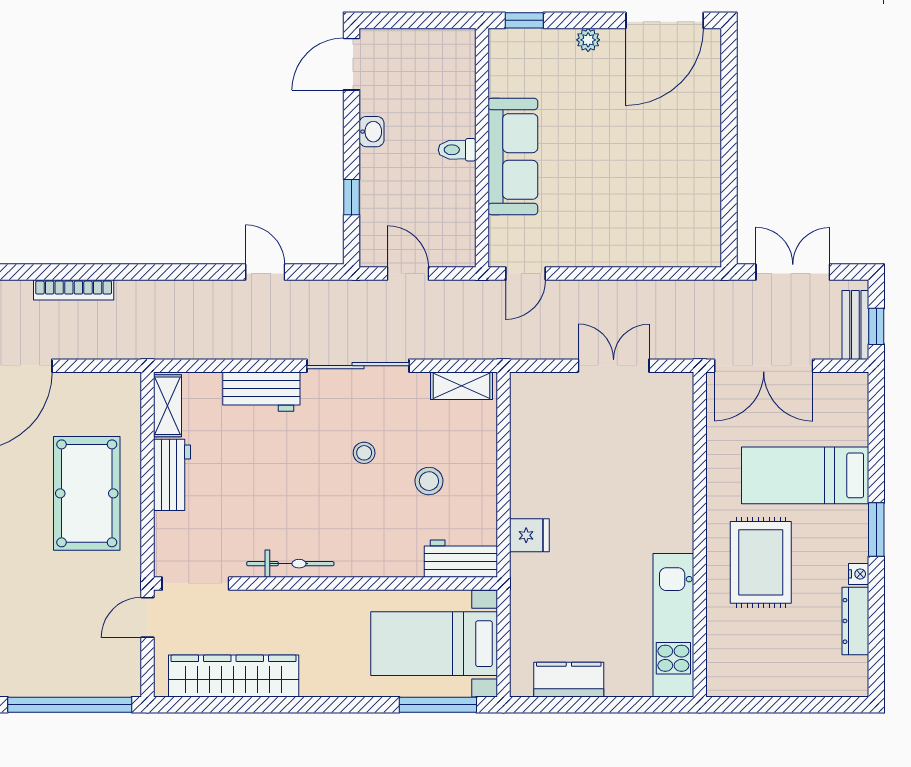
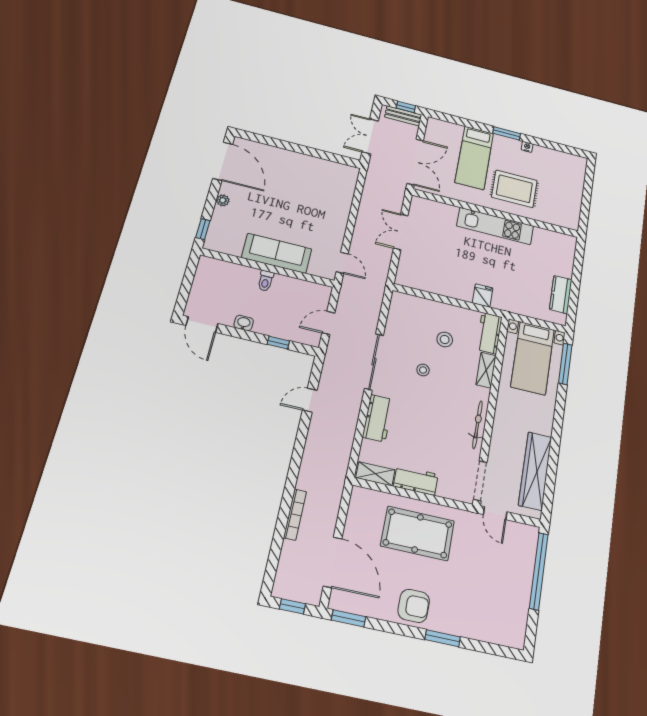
shelving: (462, 386) -> (486, 370), moved
dresser: (855, 621) -> (550, 154), removed
kitchen unit: (673, 625) -> (495, 226), moved

